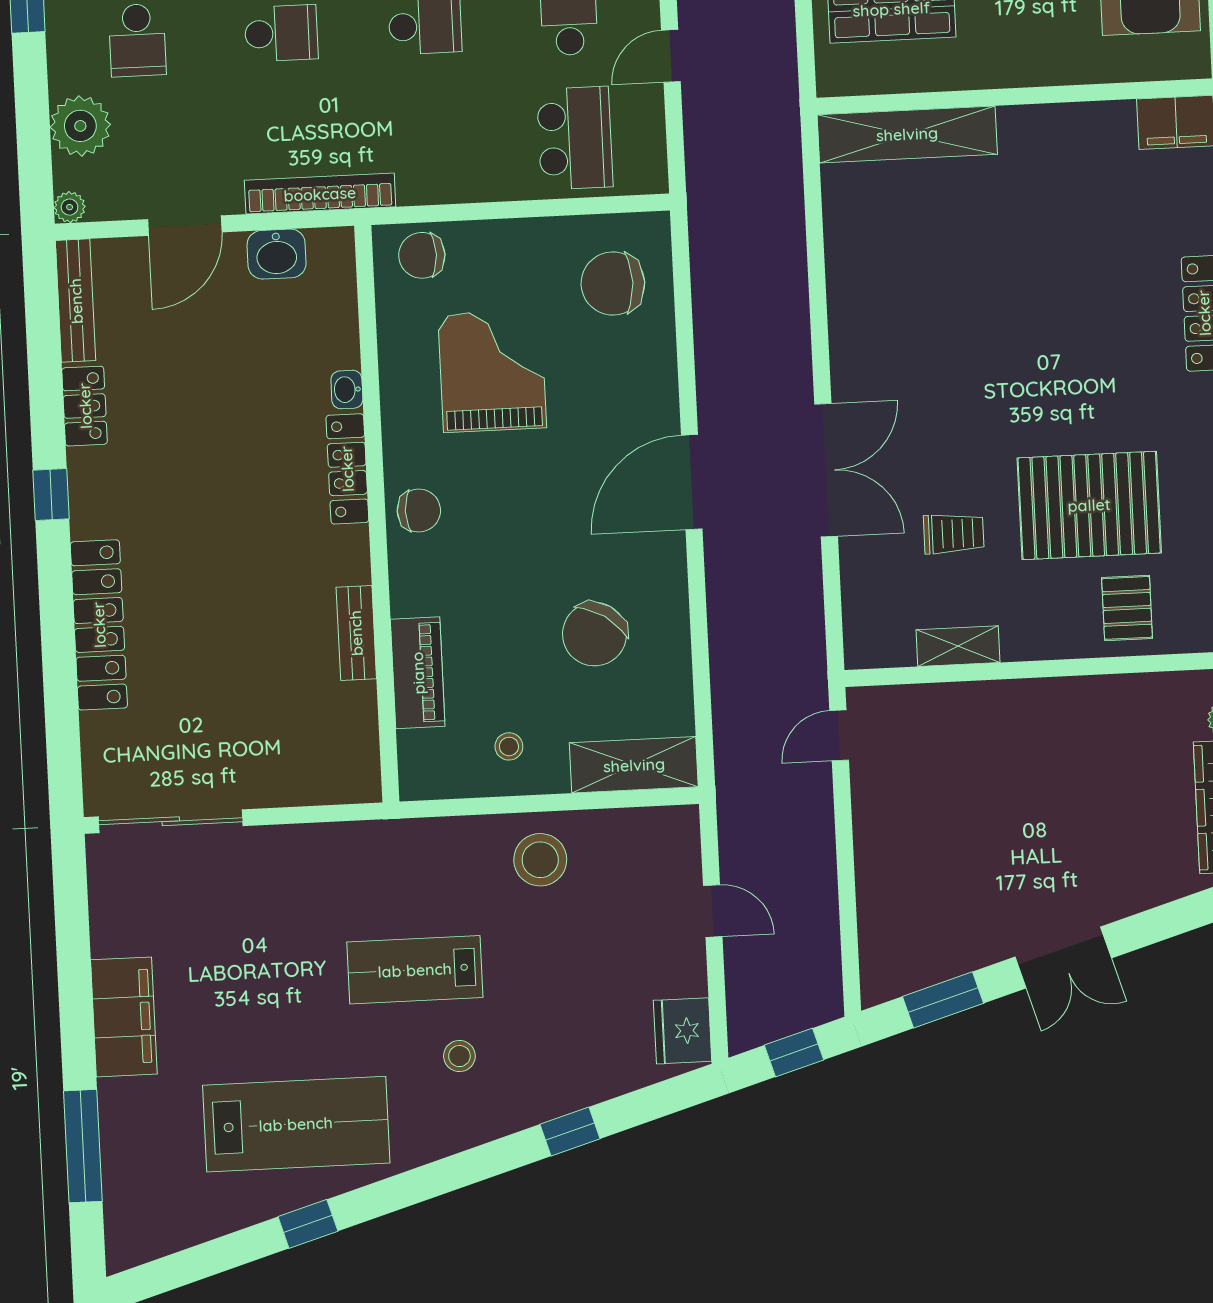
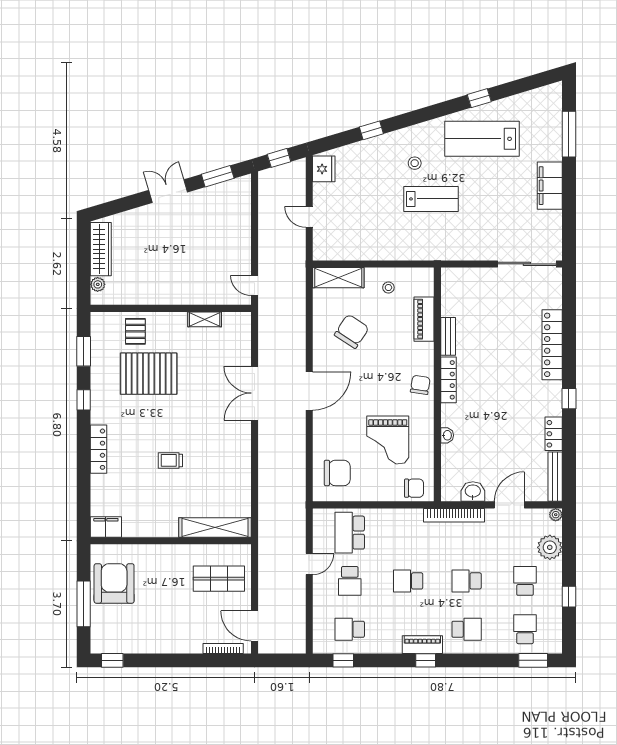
locker: (347, 469) -> (448, 380), moved
chair: (419, 511) -> (420, 385), turned 99
trolley: (954, 534) -> (170, 460), moved
door: (839, 735) -> (255, 285), swing flipped
stool: (540, 860) -> (378, 241), removed

